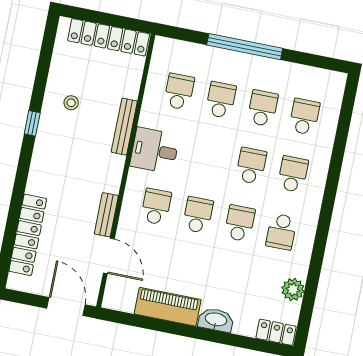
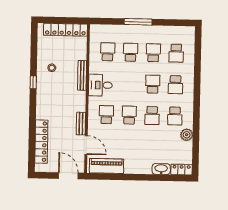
window: (245, 47) -> (138, 22), width x0.68
school desk: (304, 117) -> (176, 53), turned 180
school desk: (293, 174) -> (176, 85), turned 180
school desk: (240, 223) -> (152, 116), turned 180
plant: (293, 290) -> (187, 135), moved
piano: (168, 307) -> (106, 166), moved
washbasin: (216, 320) -> (161, 169), moved

